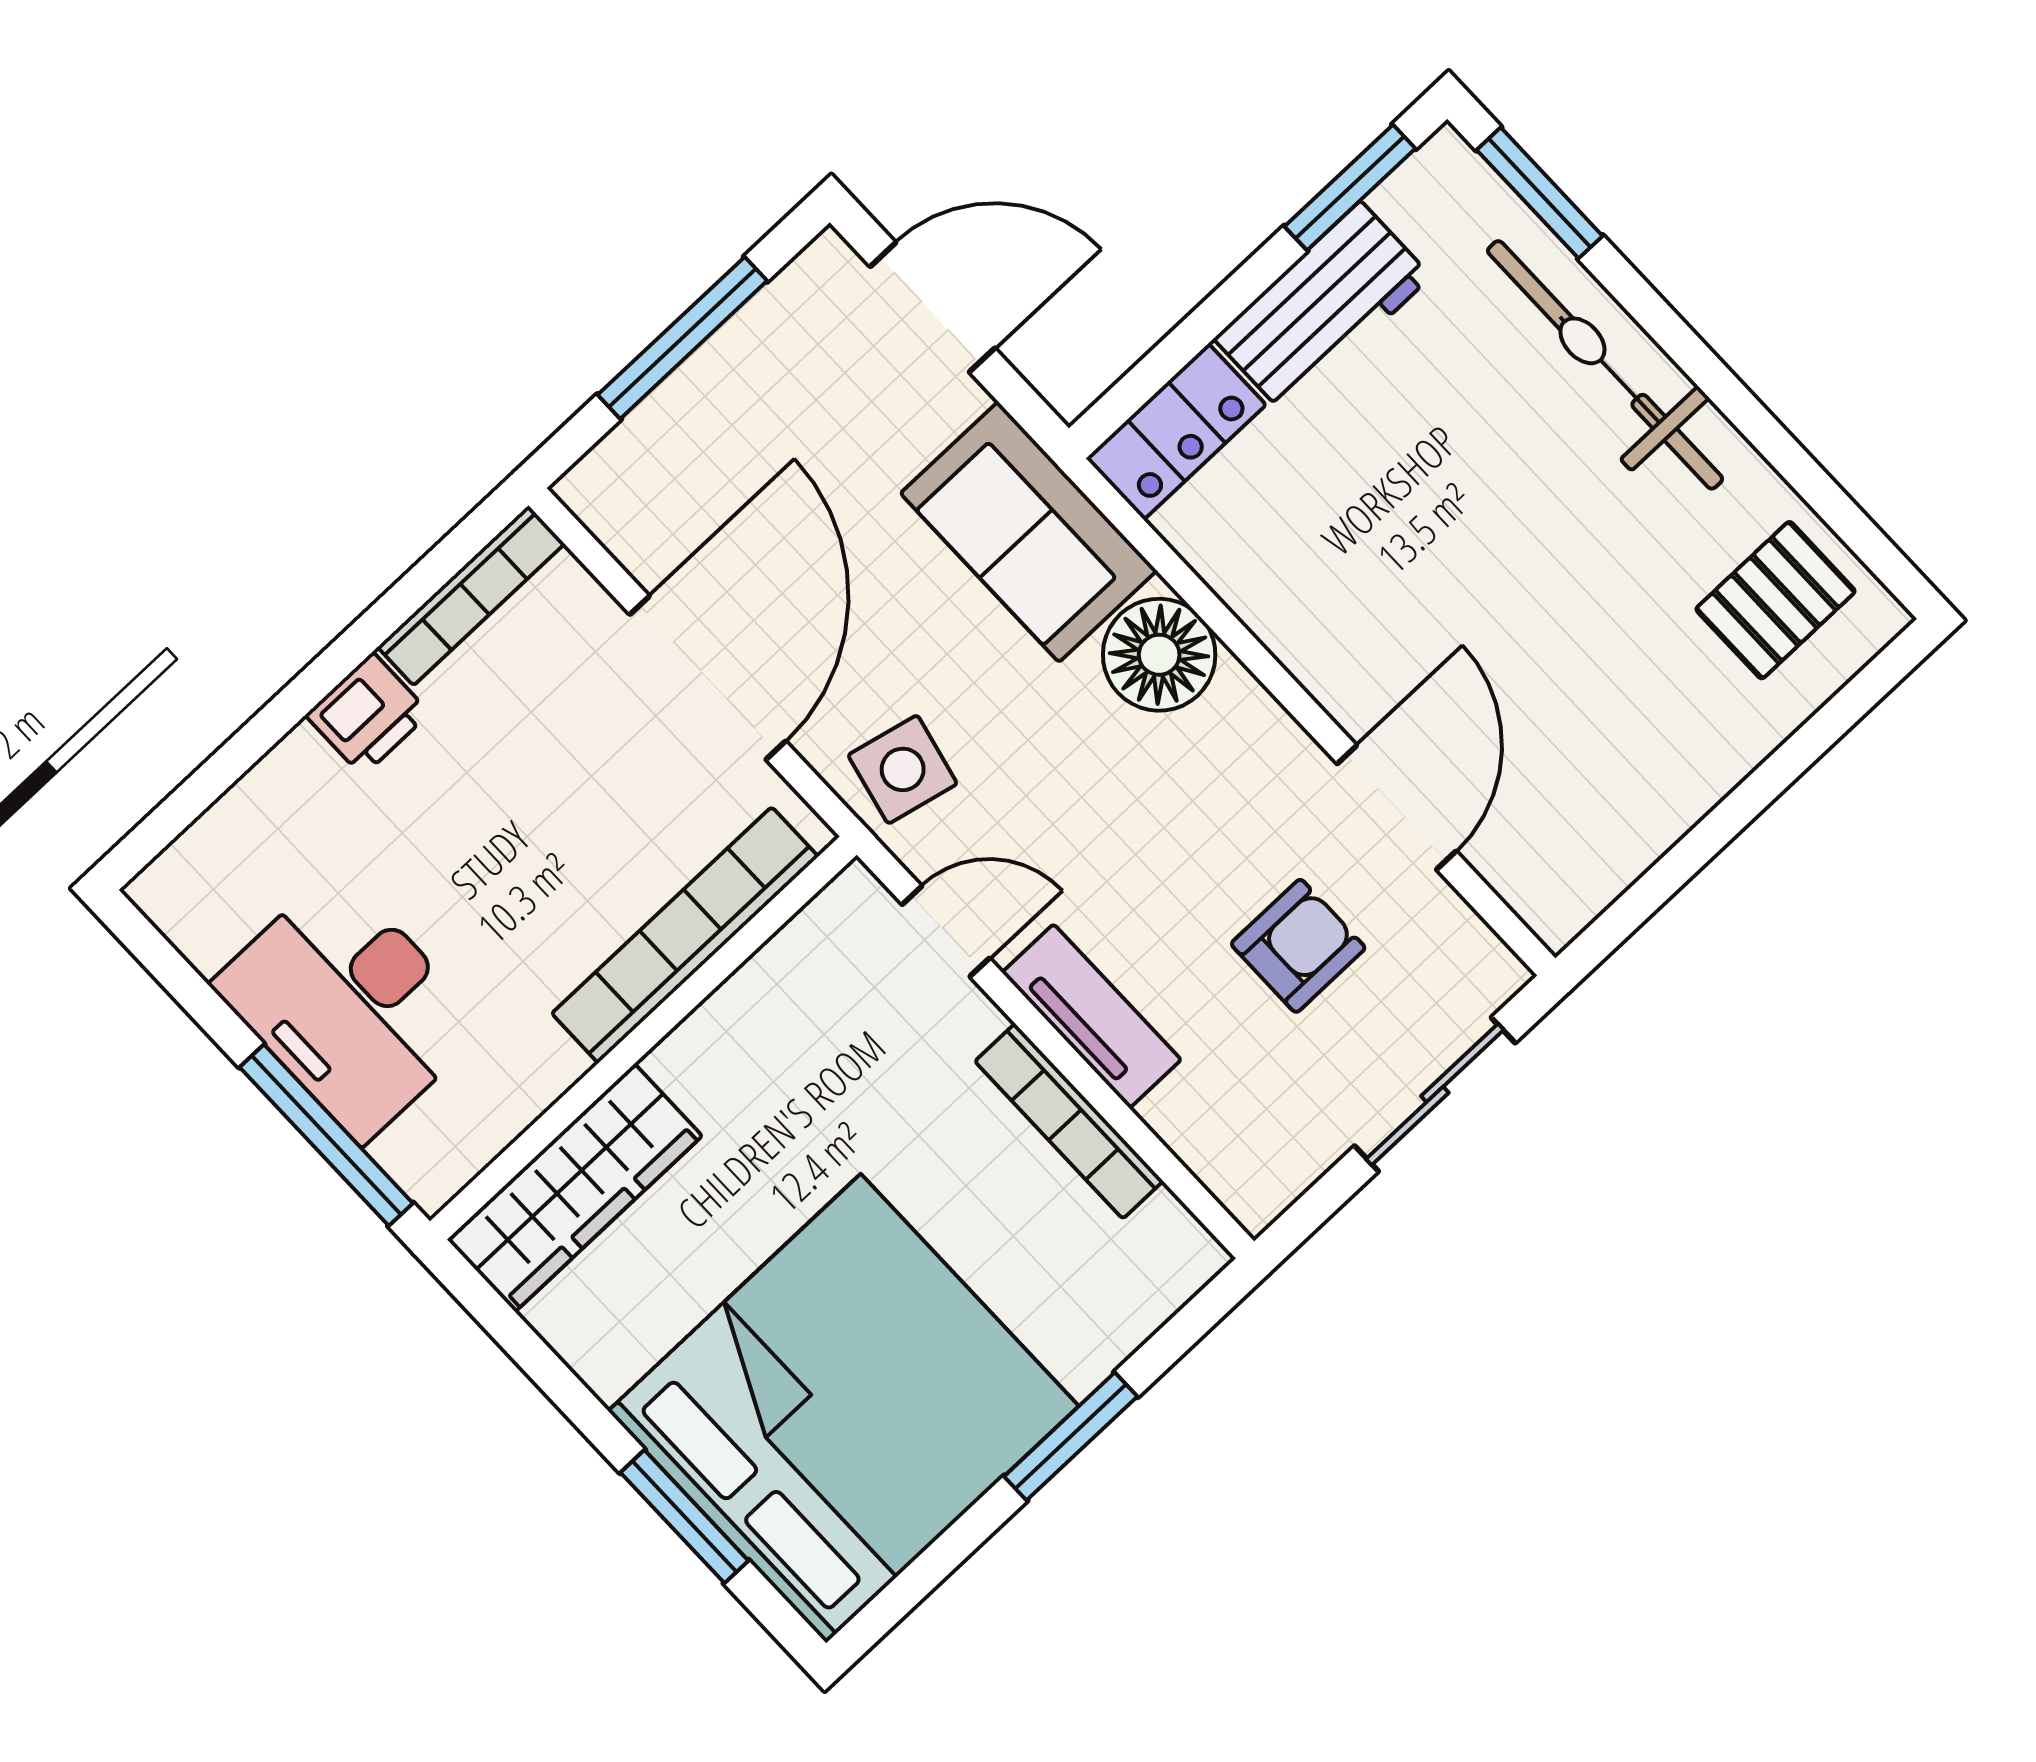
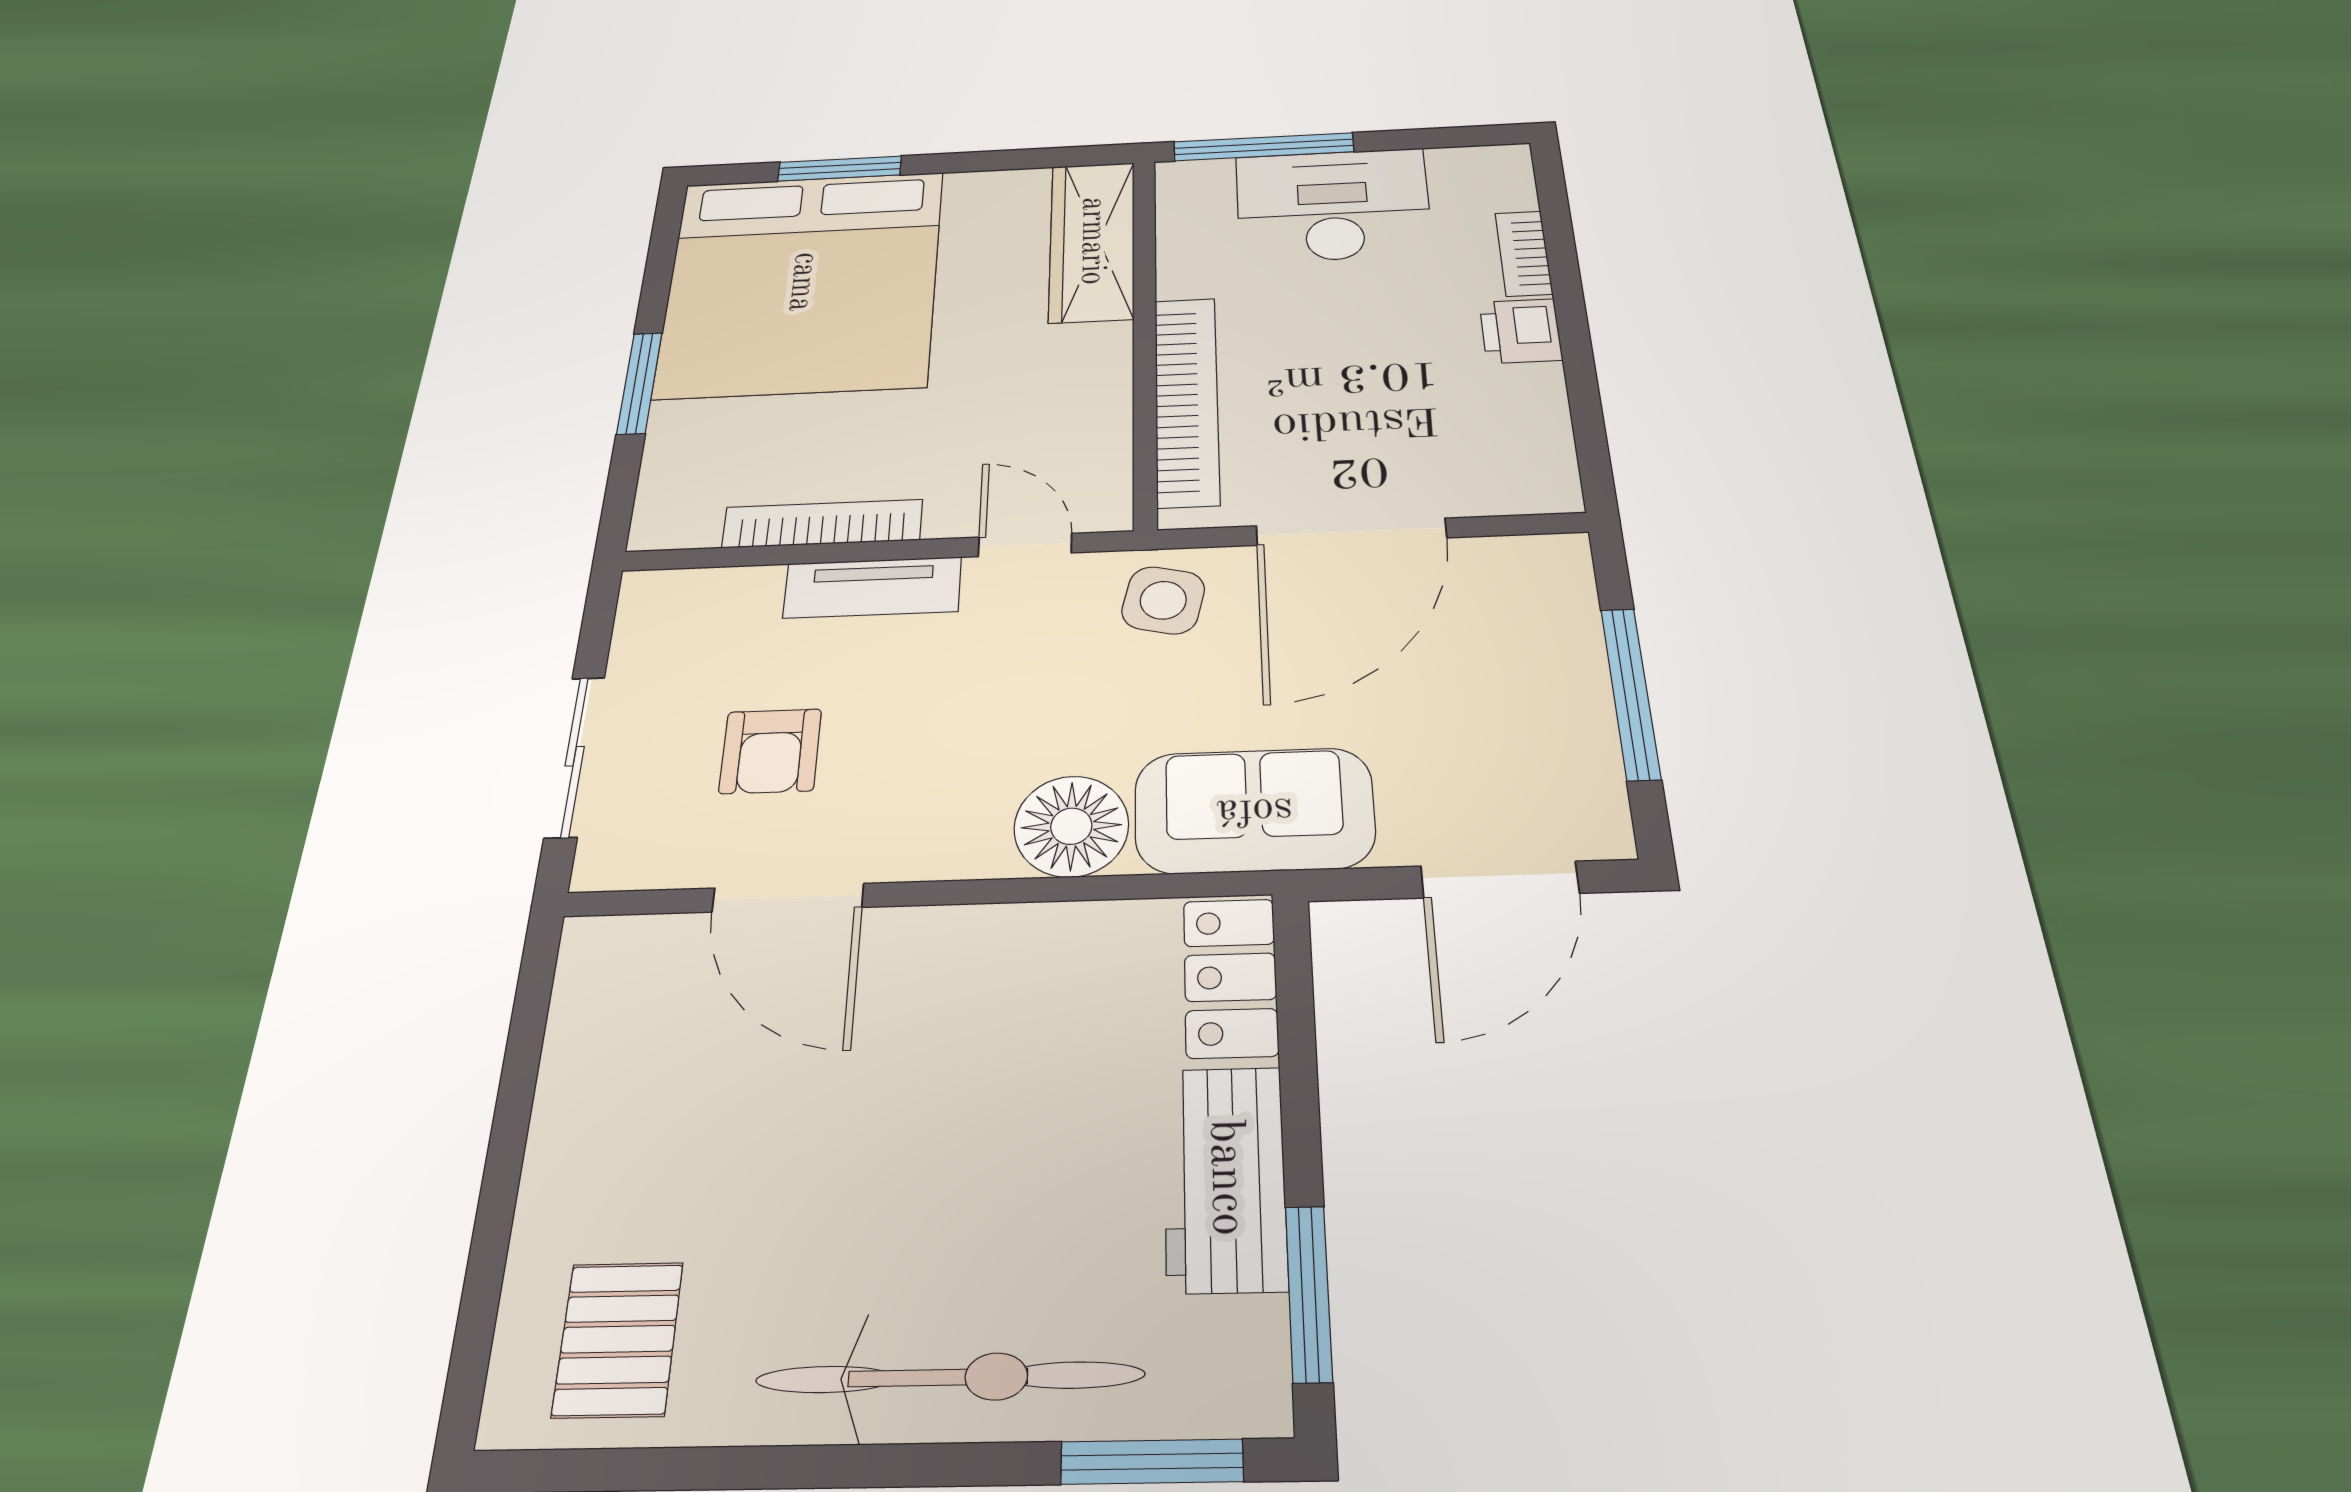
bookcase: (471, 595) -> (1524, 253), moved, width x0.64
door: (708, 678) -> (1351, 532), hinge flipped
door: (946, 931) -> (1025, 545), swing flipped

